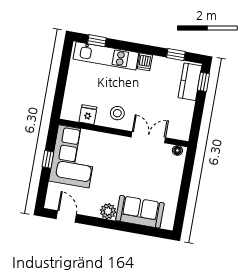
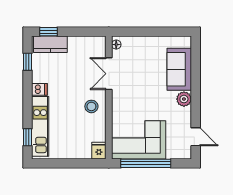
fridge: (88, 115) -> (99, 151), moved, turned 90
window: (48, 159) -> (146, 163), width x3.17
door: (66, 216) -> (196, 137), swing flipped

